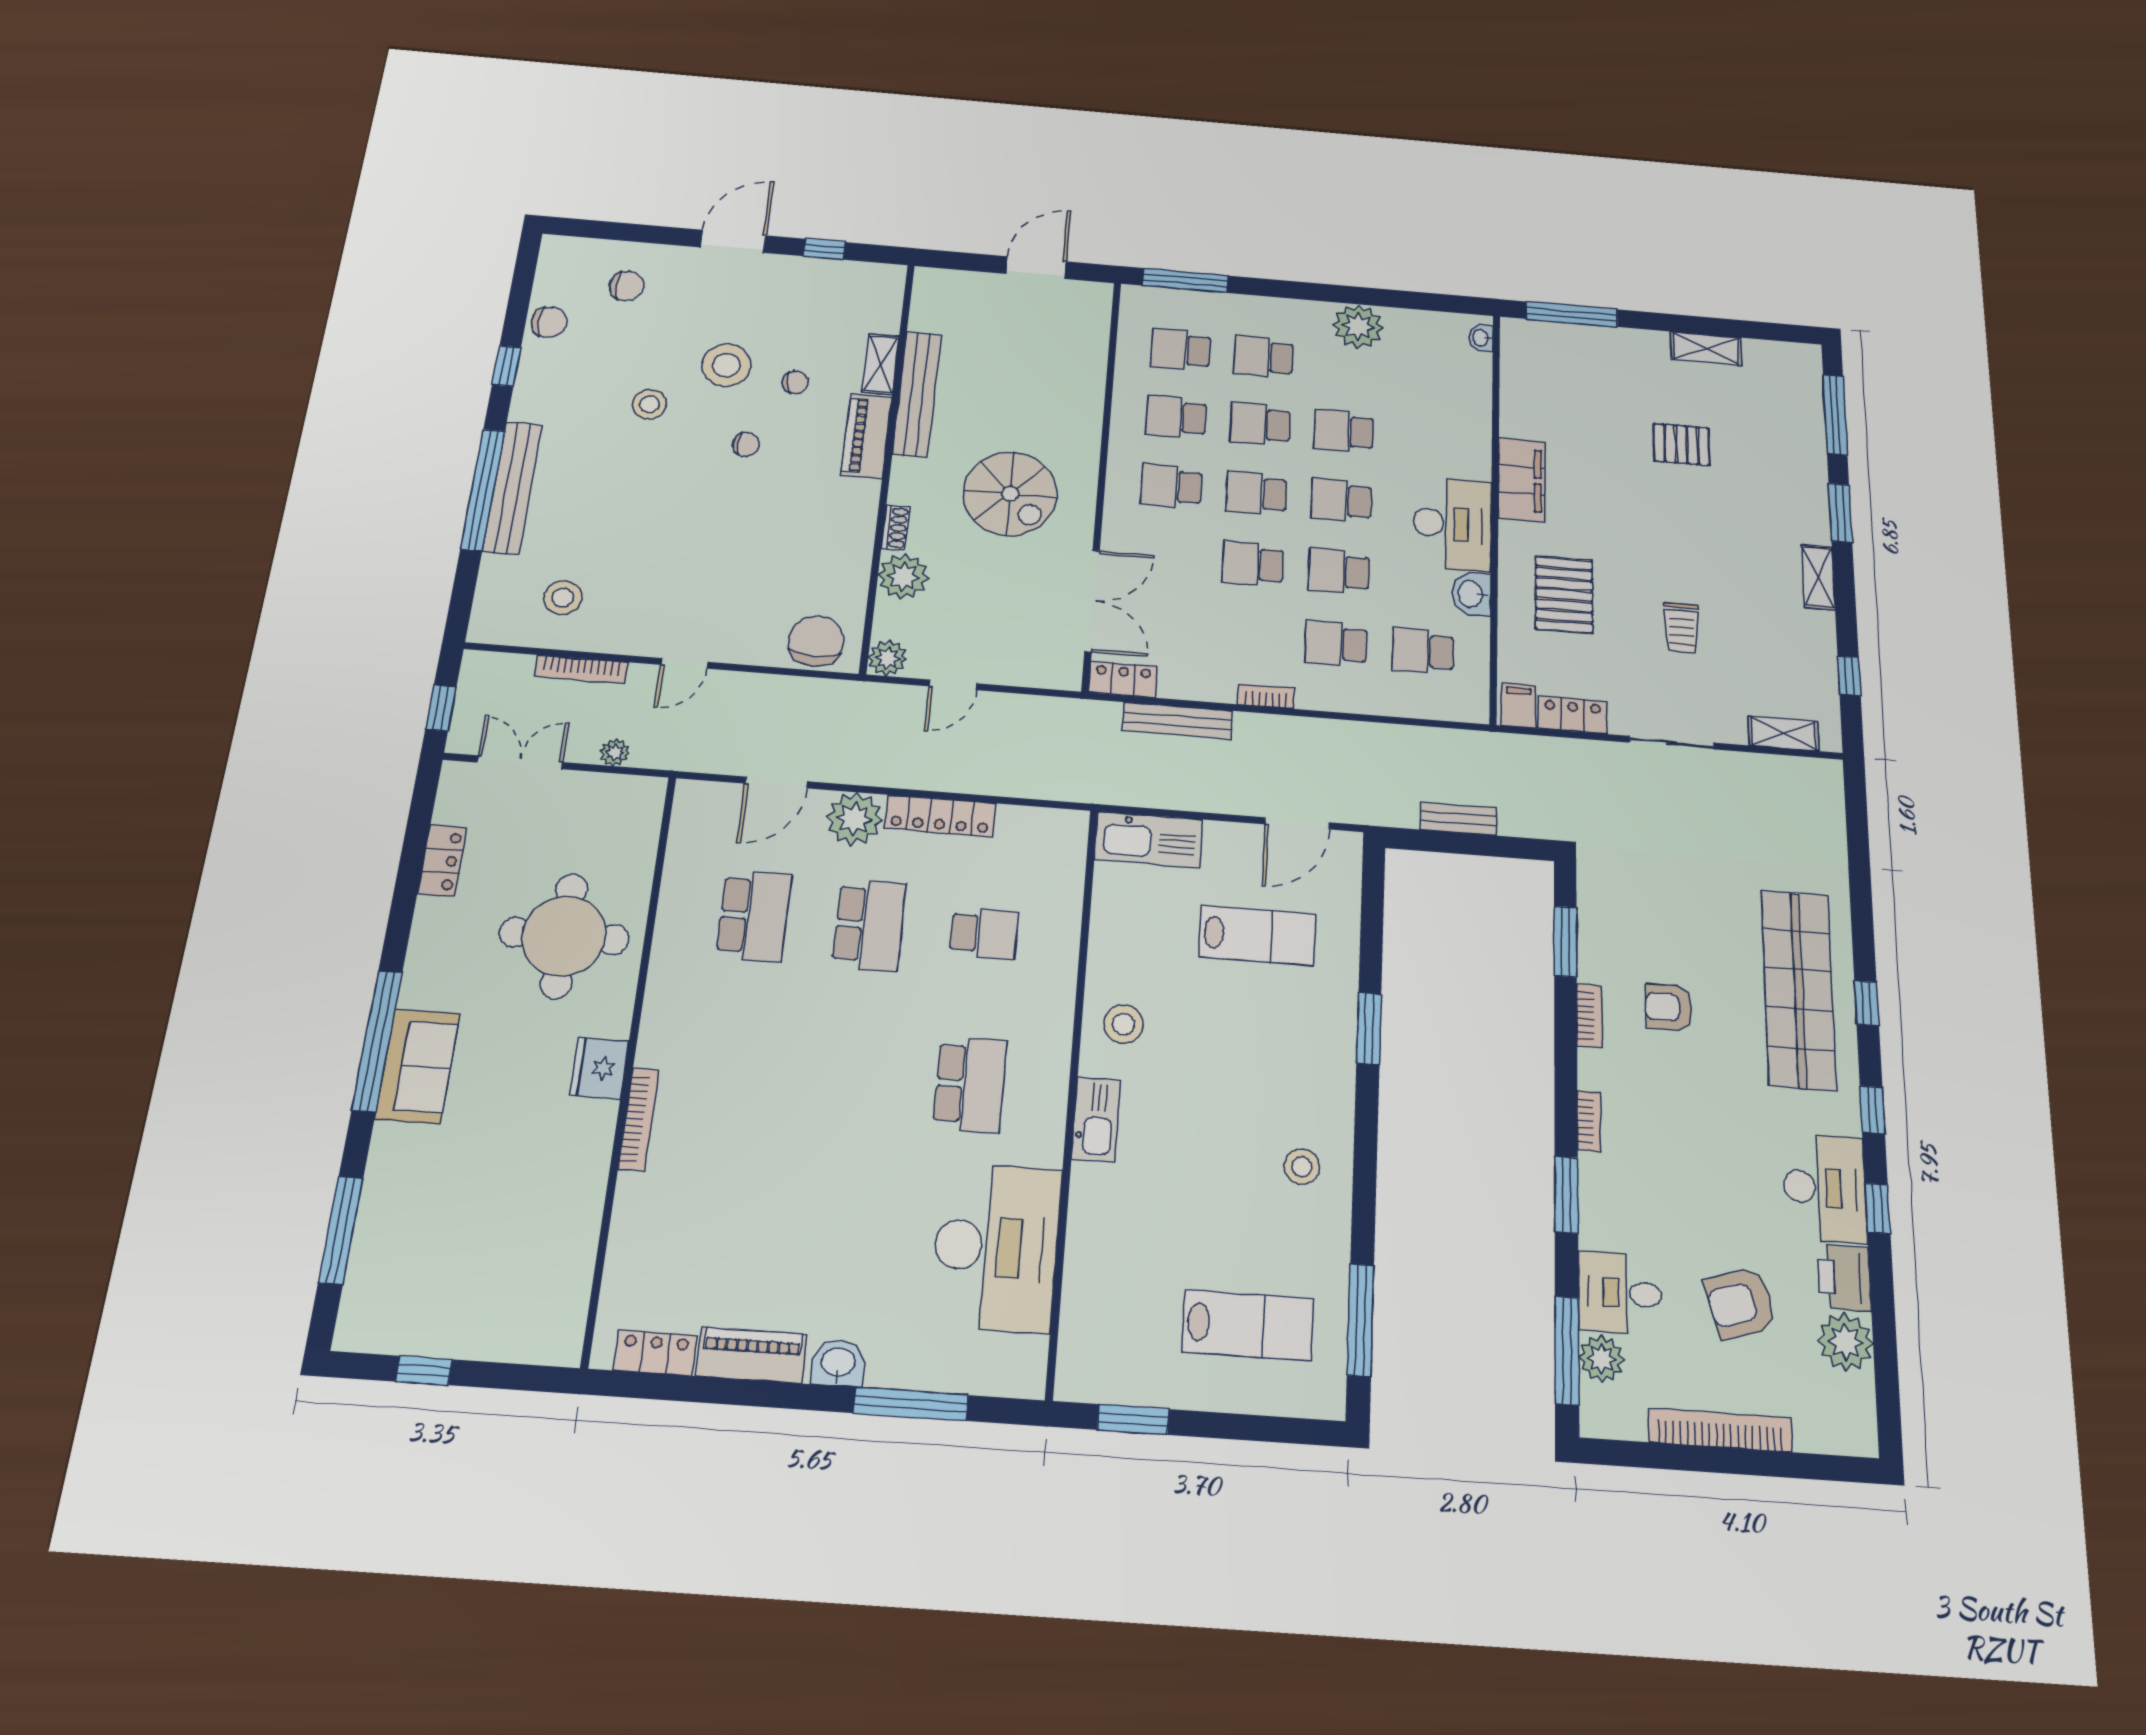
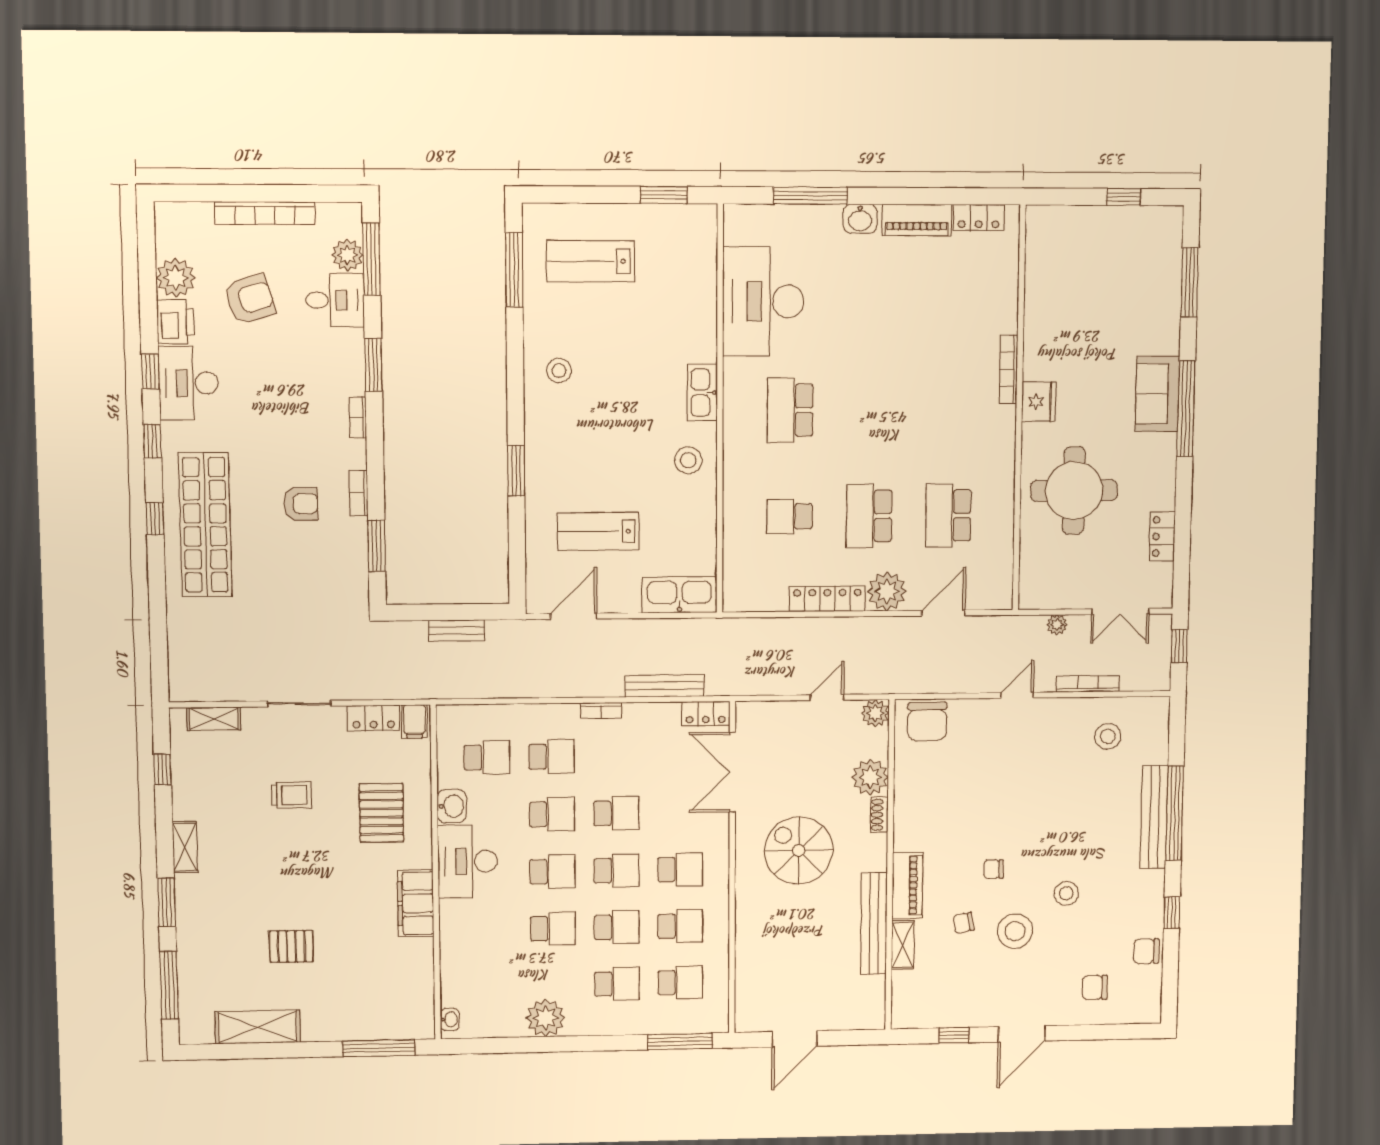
shelving: (1706, 348) -> (258, 1027), width x1.50, depth x1.33
trolley: (1682, 628) -> (291, 795), turned 90

